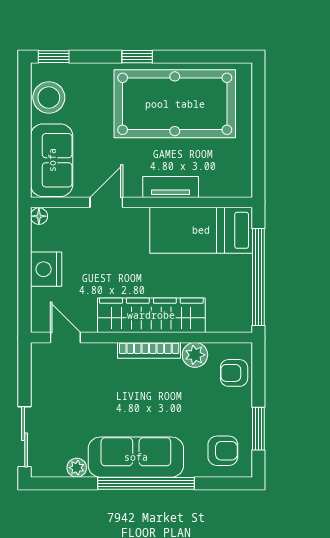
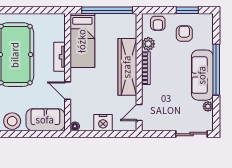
armchair: (223, 451) -> (184, 34), moved

